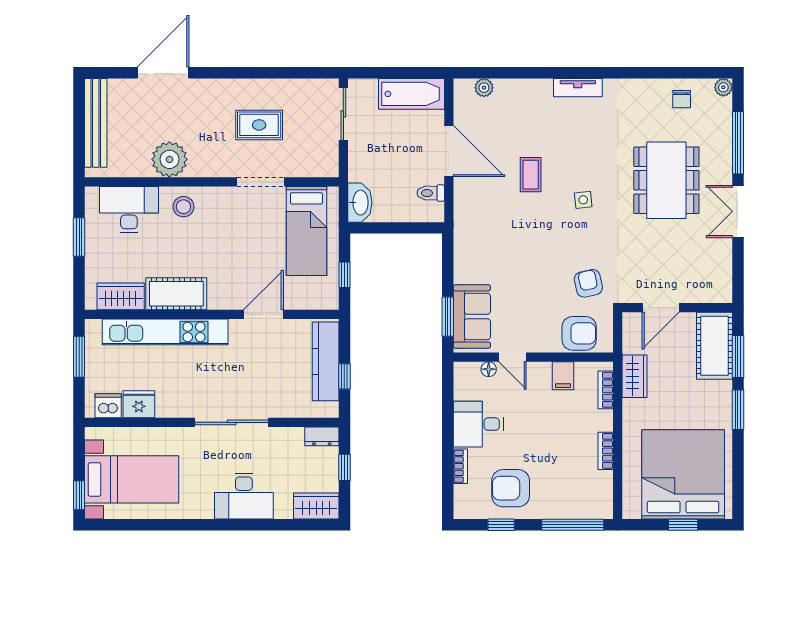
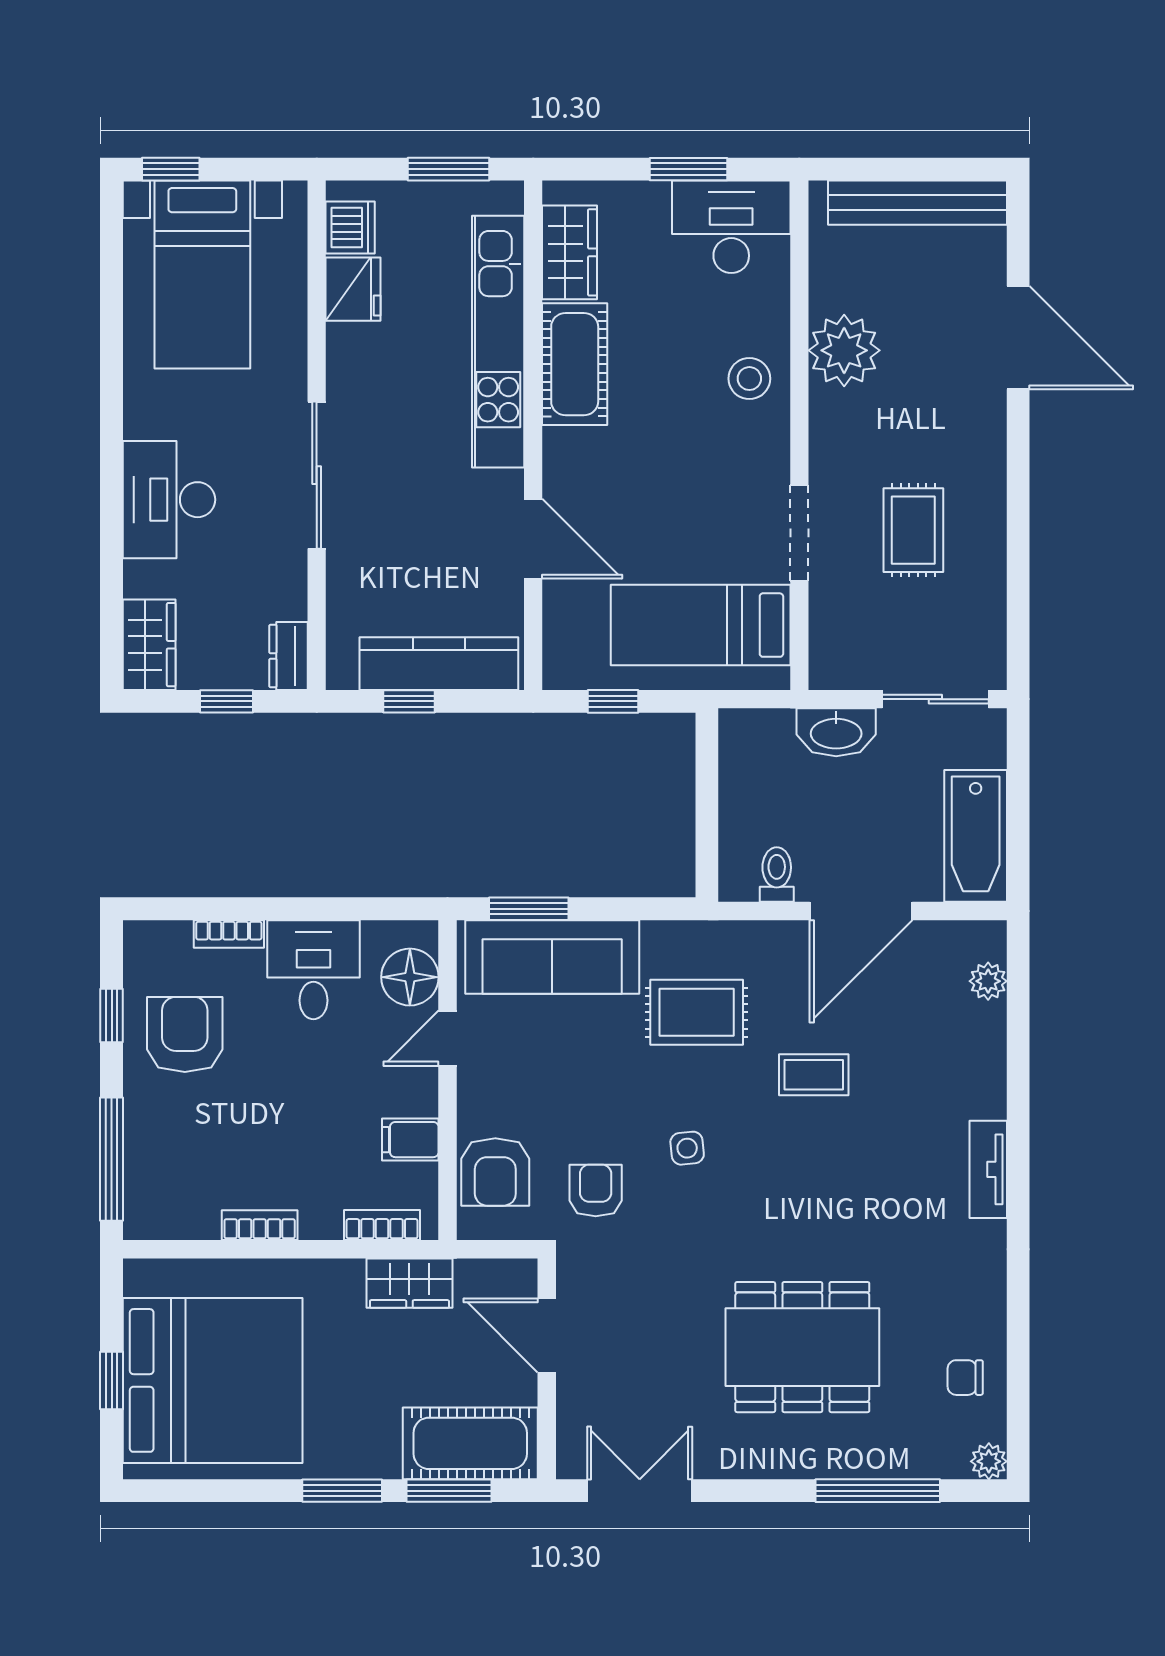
side table: (583, 200) -> (687, 1148), moved
washbasin: (360, 203) -> (836, 732), moved
desk: (129, 209) -> (731, 227), moved, turned -90
double door: (738, 211) -> (640, 1491), moved
rug: (499, 233) -> (697, 1012), added
armchair: (588, 283) -> (596, 1190), turned -78
sofa: (472, 316) -> (552, 957), width x1.36
floor lamp: (489, 369) -> (410, 977), width x1.89, depth x1.89

